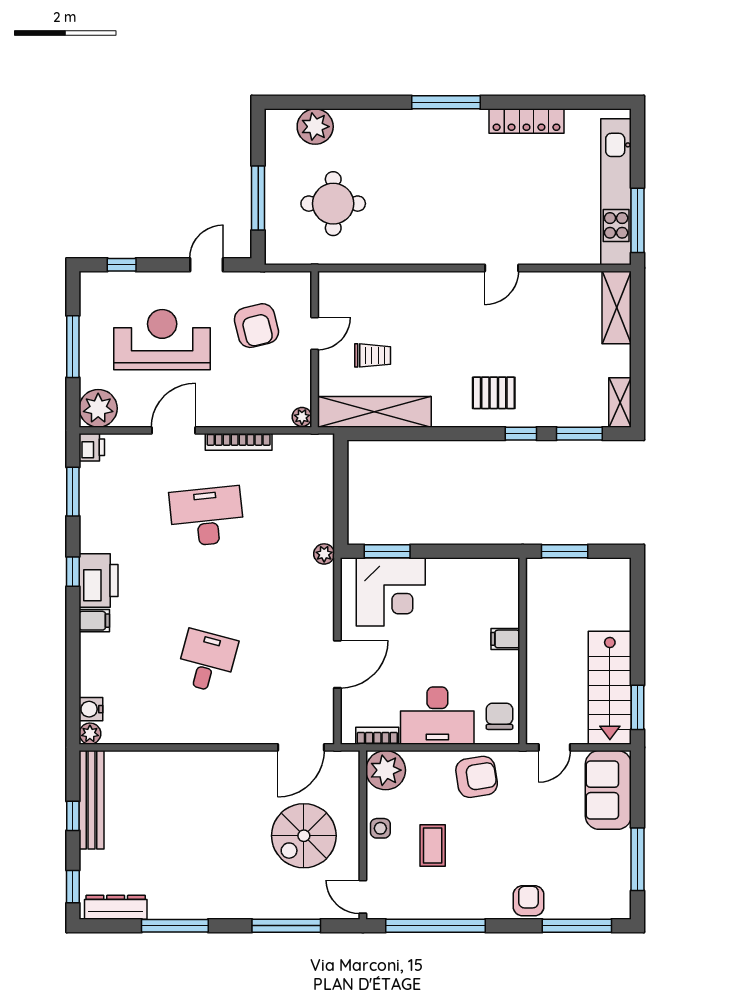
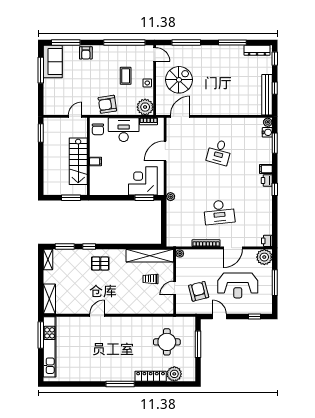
locker: (526, 121) -> (151, 376), moved
door: (206, 265) -> (219, 317), swing flipped
window: (73, 492) -> (275, 143), moved
printer: (99, 580) -> (267, 181), width x0.53, depth x0.68
stairs: (610, 688) -> (78, 161), moved, turned 180
sofa: (608, 790) -> (53, 62), moved

